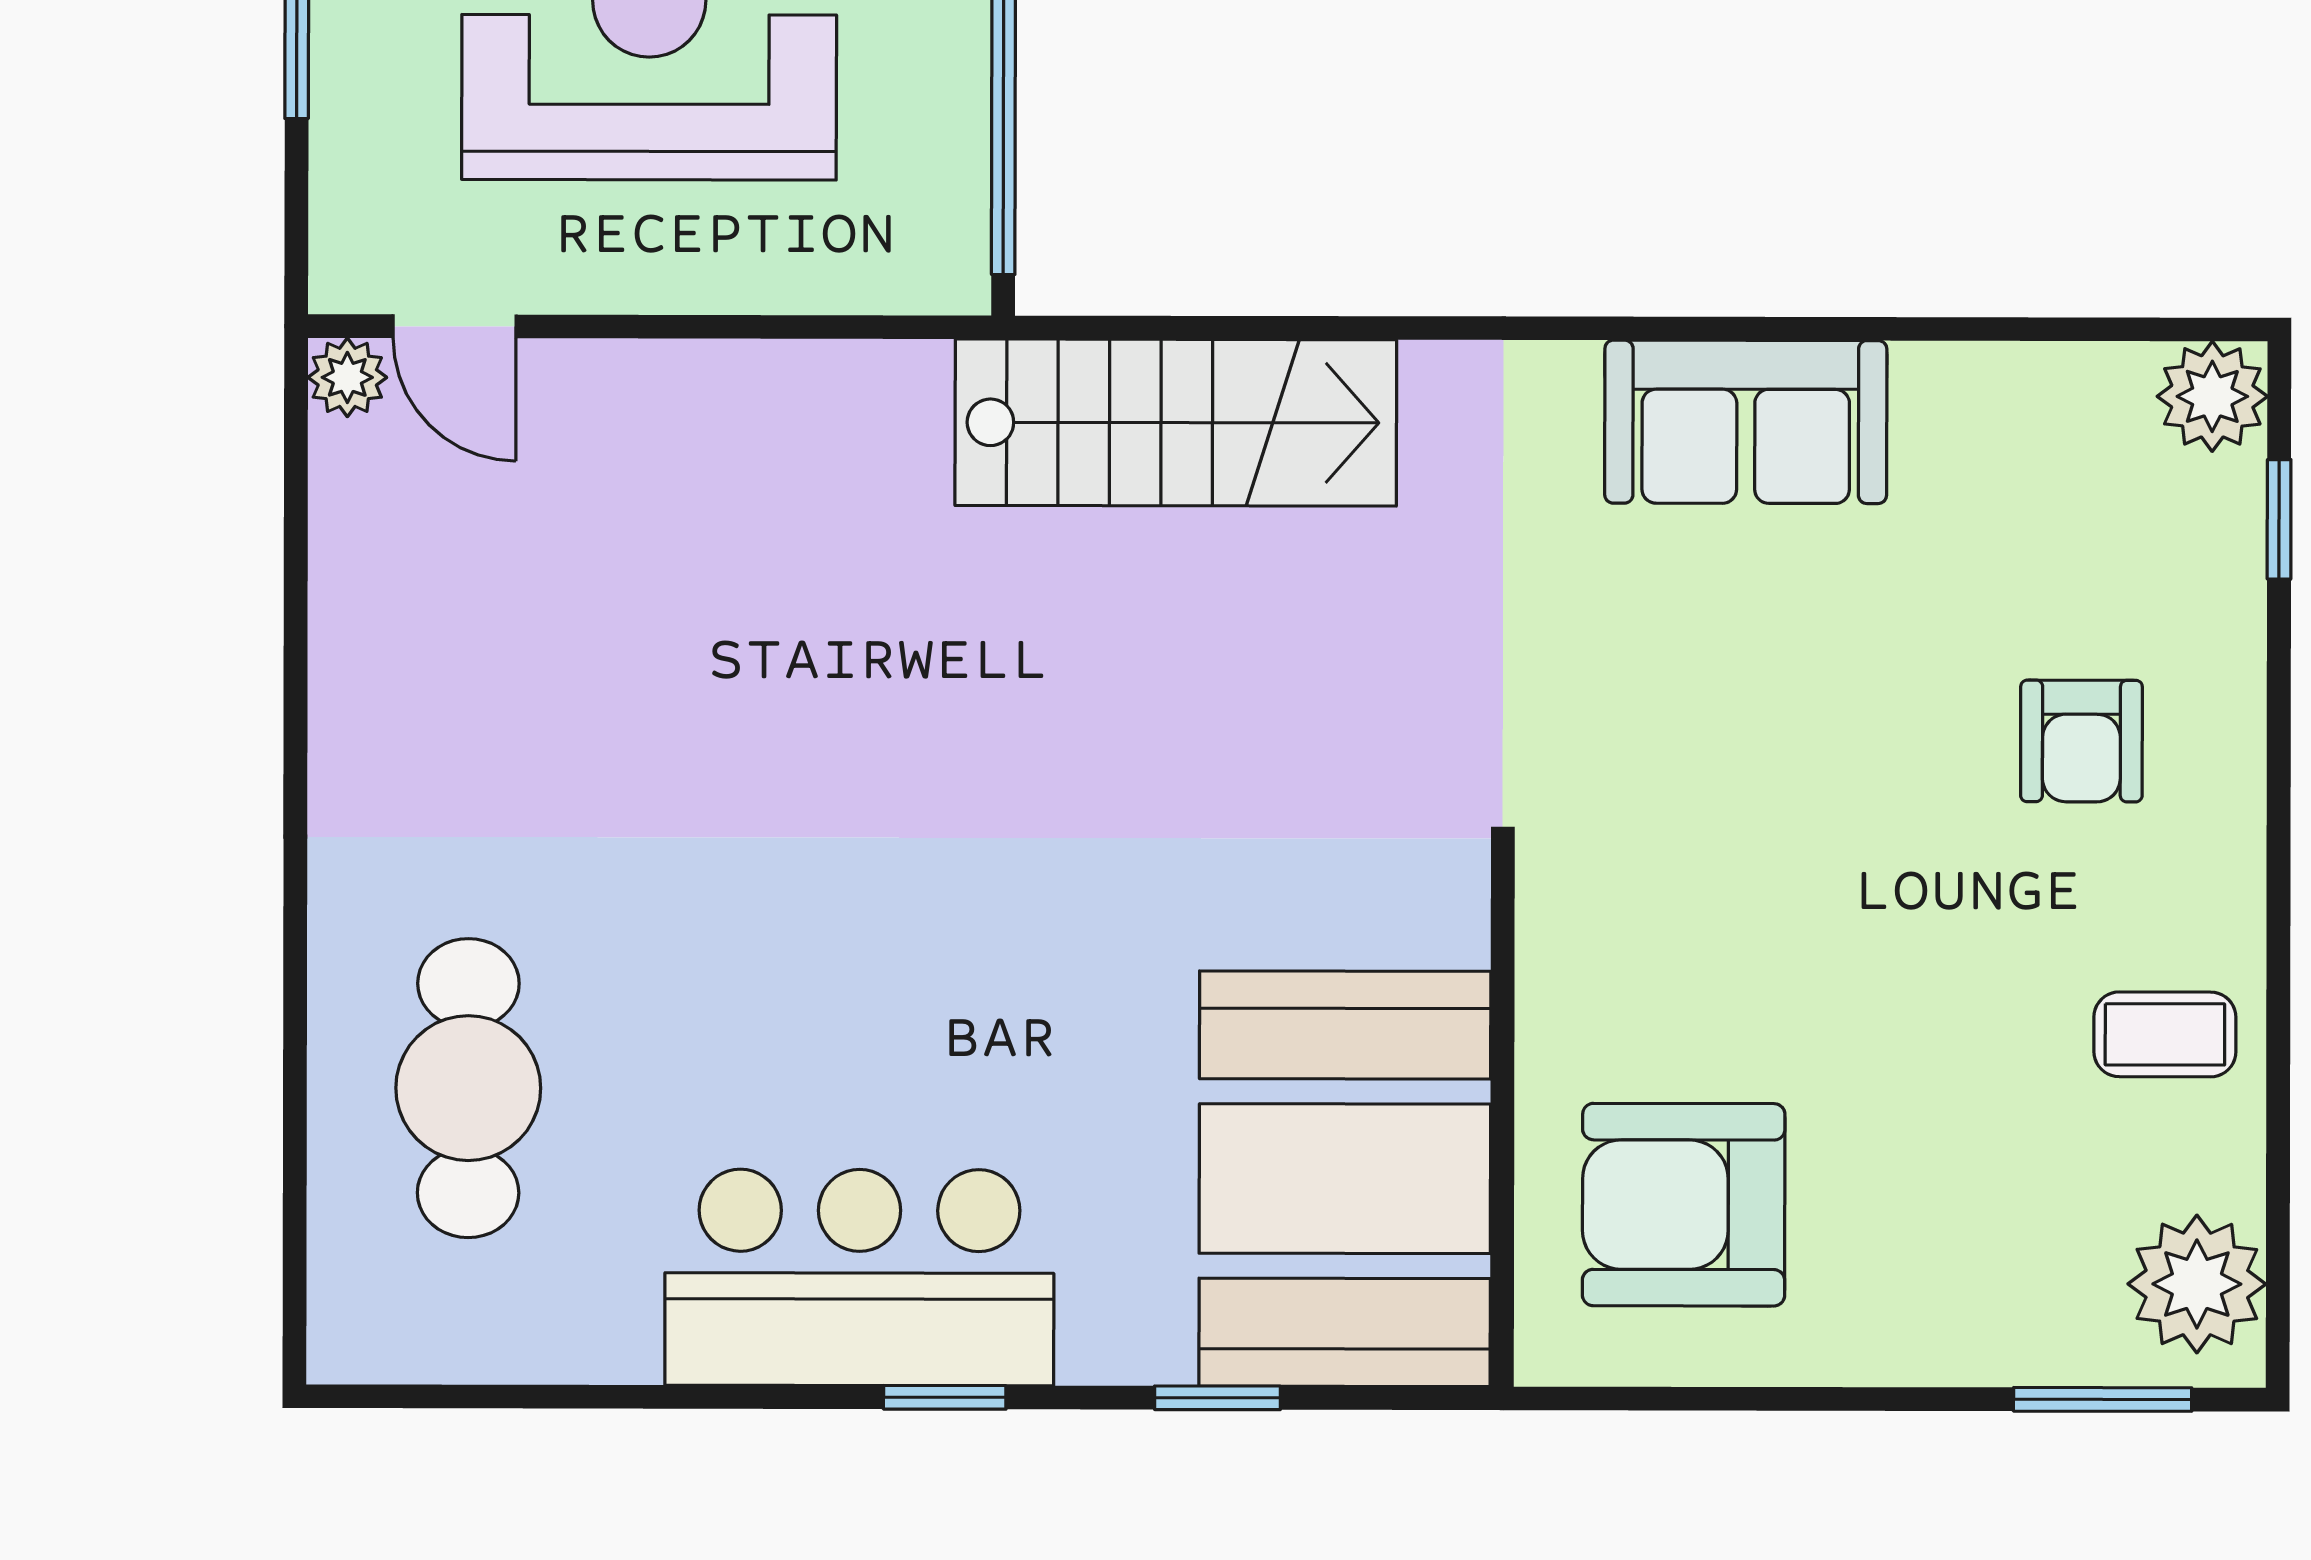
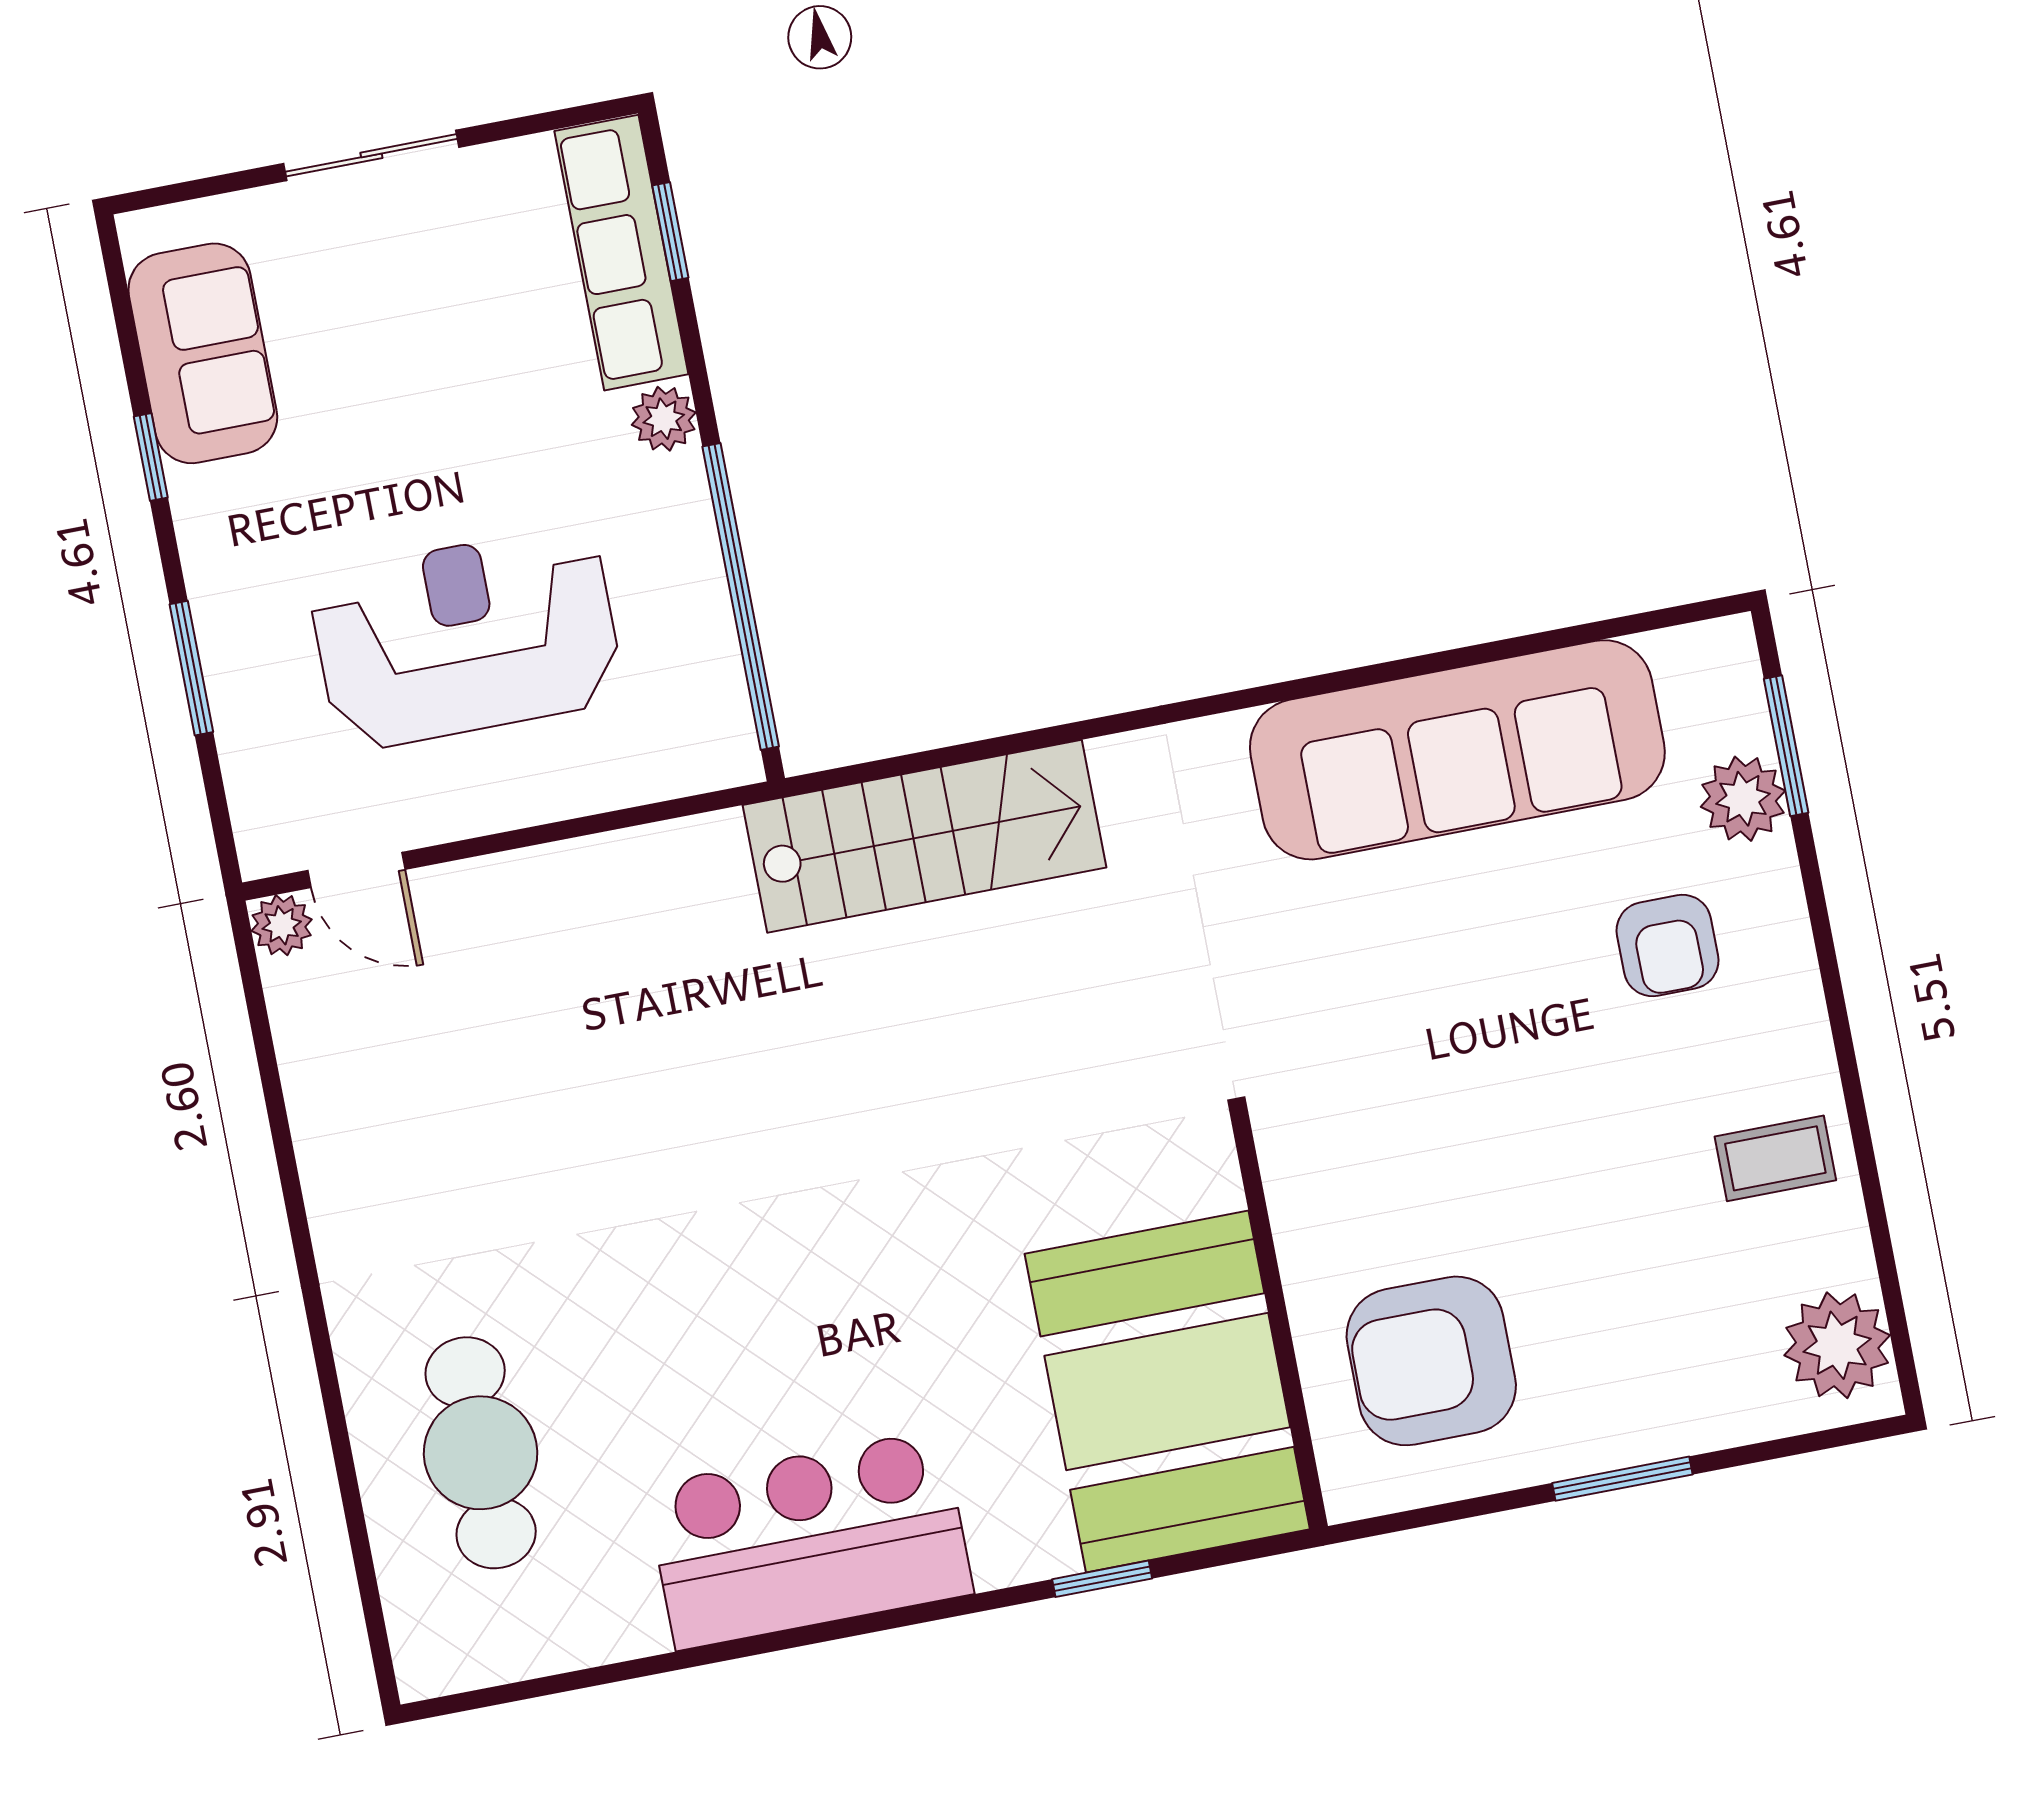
plant: (2212, 396) -> (1743, 799), moved
sofa: (1746, 422) -> (1457, 750), width x1.85, depth x1.27
window: (2279, 519) -> (1786, 746), width x1.50
window: (945, 1397) -> (893, 1619), removed
window: (2103, 1399) -> (1622, 1479), moved

